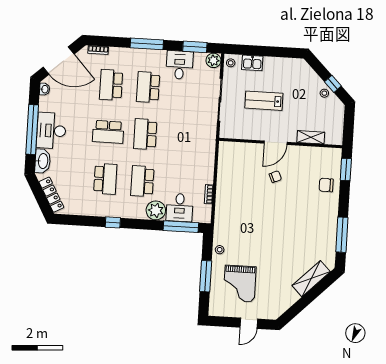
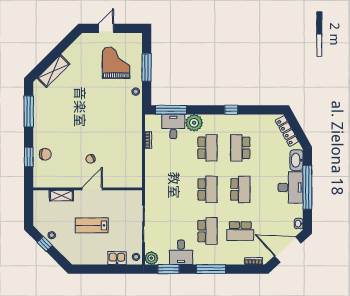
school desk: (111, 85) -> (240, 231), turned 90
lab bench: (264, 101) -> (92, 225), moved, turned 180
school desk: (108, 132) -> (240, 189), turned 90
window: (346, 169) -> (29, 157), moved

